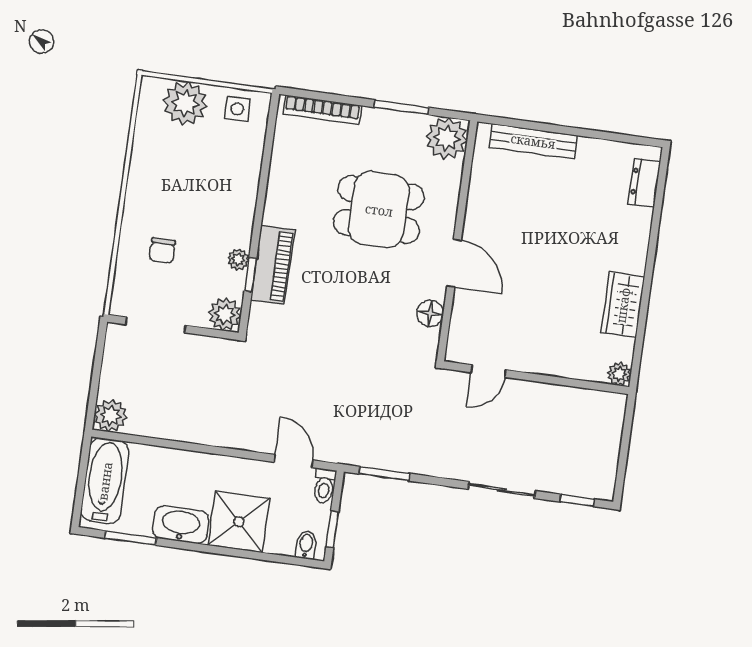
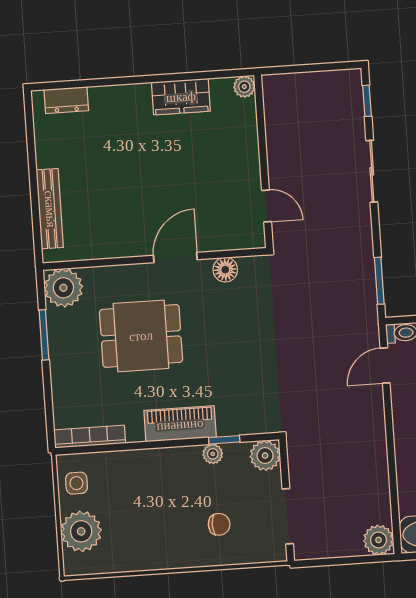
bookcase: (322, 110) -> (90, 437), moved, turned -90
dining table: (379, 210) -> (141, 336), turned 90
piano: (273, 265) -> (180, 424), moved

